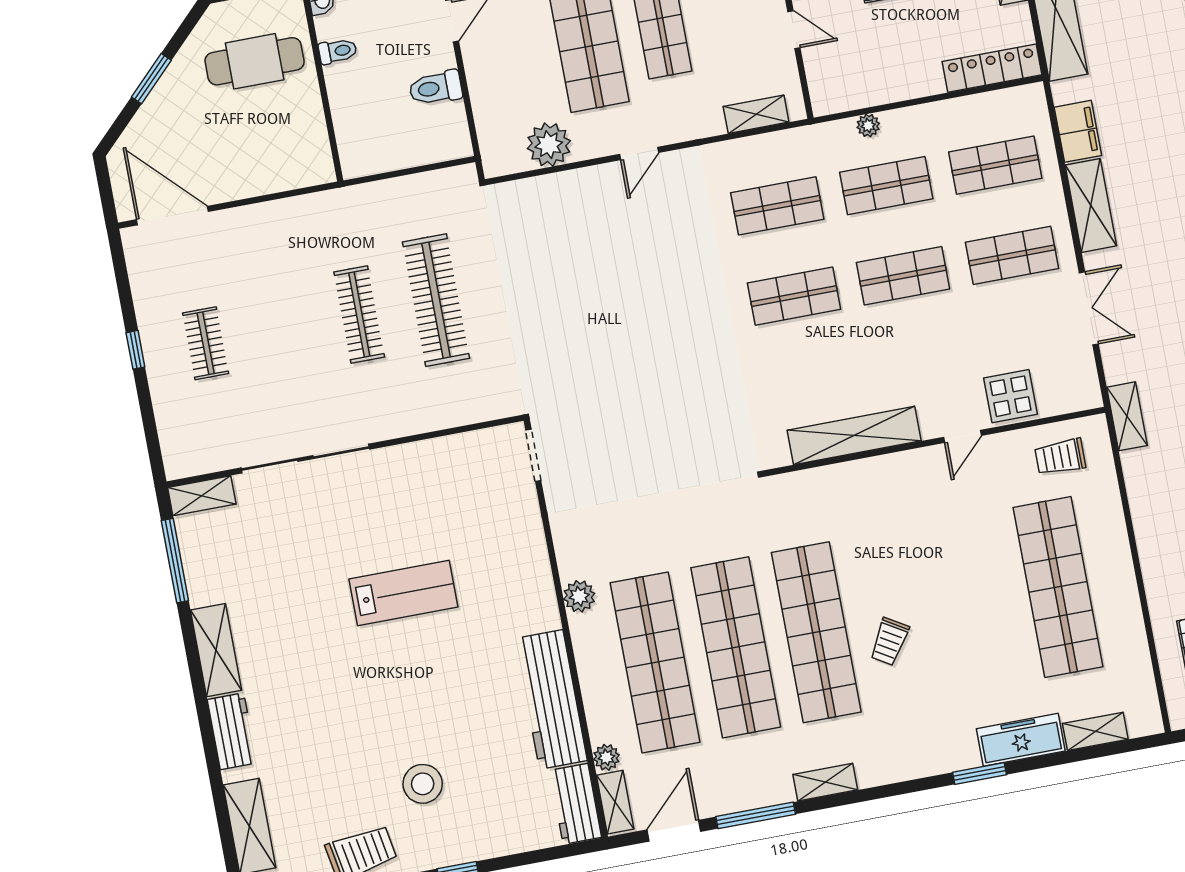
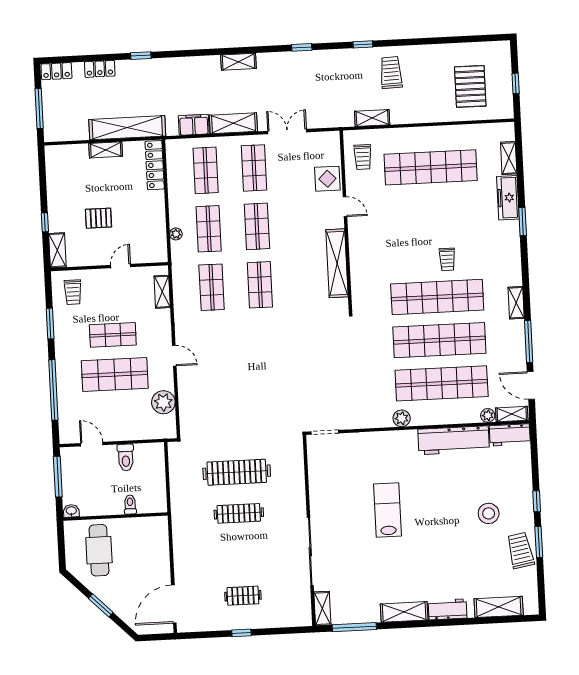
toilet: (338, 51) -> (130, 505), moved
shelving: (1127, 416) -> (372, 118), moved
trolley: (889, 642) -> (447, 259), turned 59

